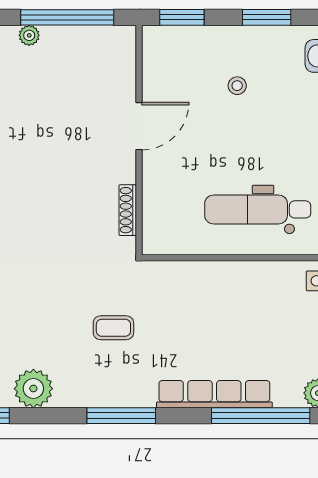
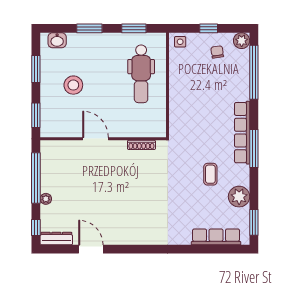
stool: (237, 86) -> (73, 85), width x1.89, depth x1.89
coffee table: (113, 328) -> (210, 174), moved
chair: (298, 349) -> (217, 52), added
row of seats: (214, 394) -> (242, 133), moved

